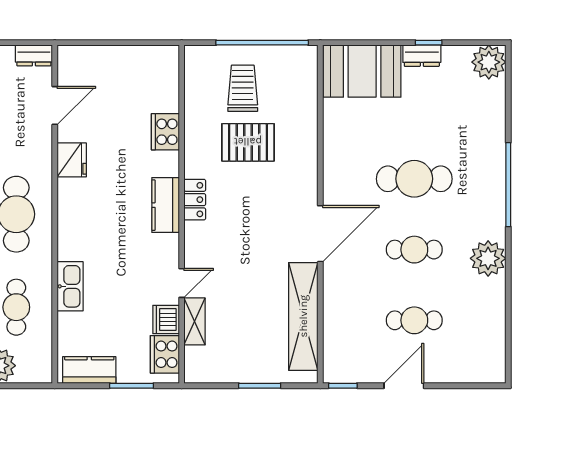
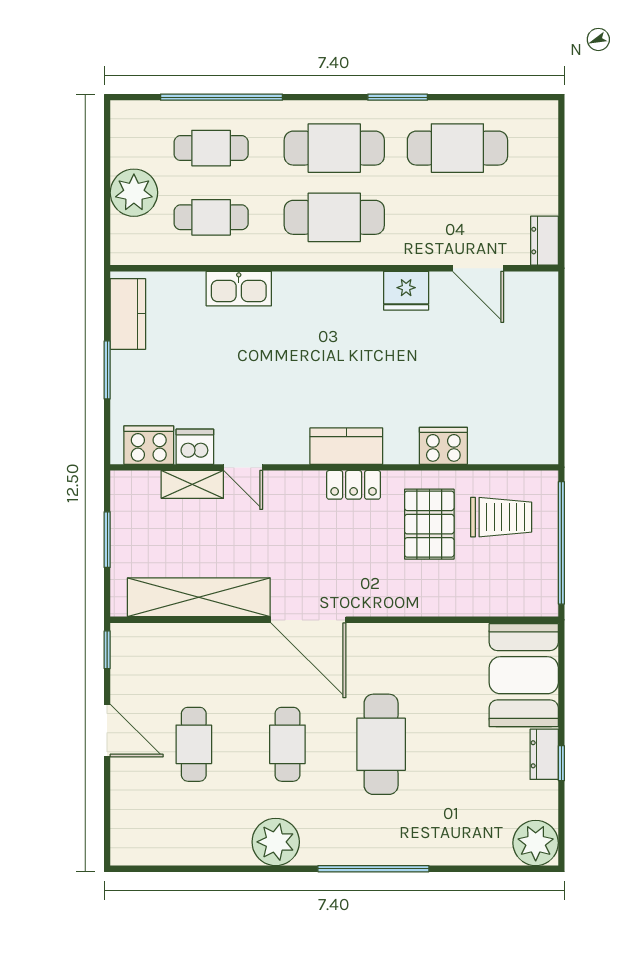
cooker: (165, 132) -> (443, 446), moved
locker: (195, 200) -> (354, 485), moved
kitchen counter: (166, 205) -> (346, 446), moved
wall: (182, 214) -> (334, 467), moved
door: (182, 283) -> (243, 467), moved
dishwasher: (166, 320) -> (195, 447), moved
shelving: (195, 321) -> (192, 484), moved
cooker: (165, 354) -> (149, 445), moved

